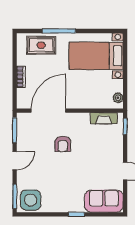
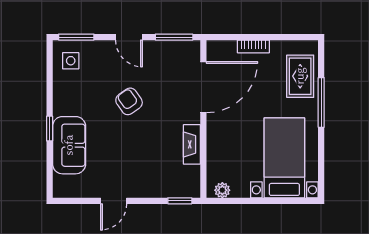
door: (48, 111) -> (203, 87), hinge flipped
fireplace: (104, 118) -> (192, 144), moved
armchair: (63, 144) -> (129, 101), moved, turned 55
side table: (31, 200) -> (71, 61), width x0.54, depth x0.54
sofa: (104, 201) -> (69, 145), moved

